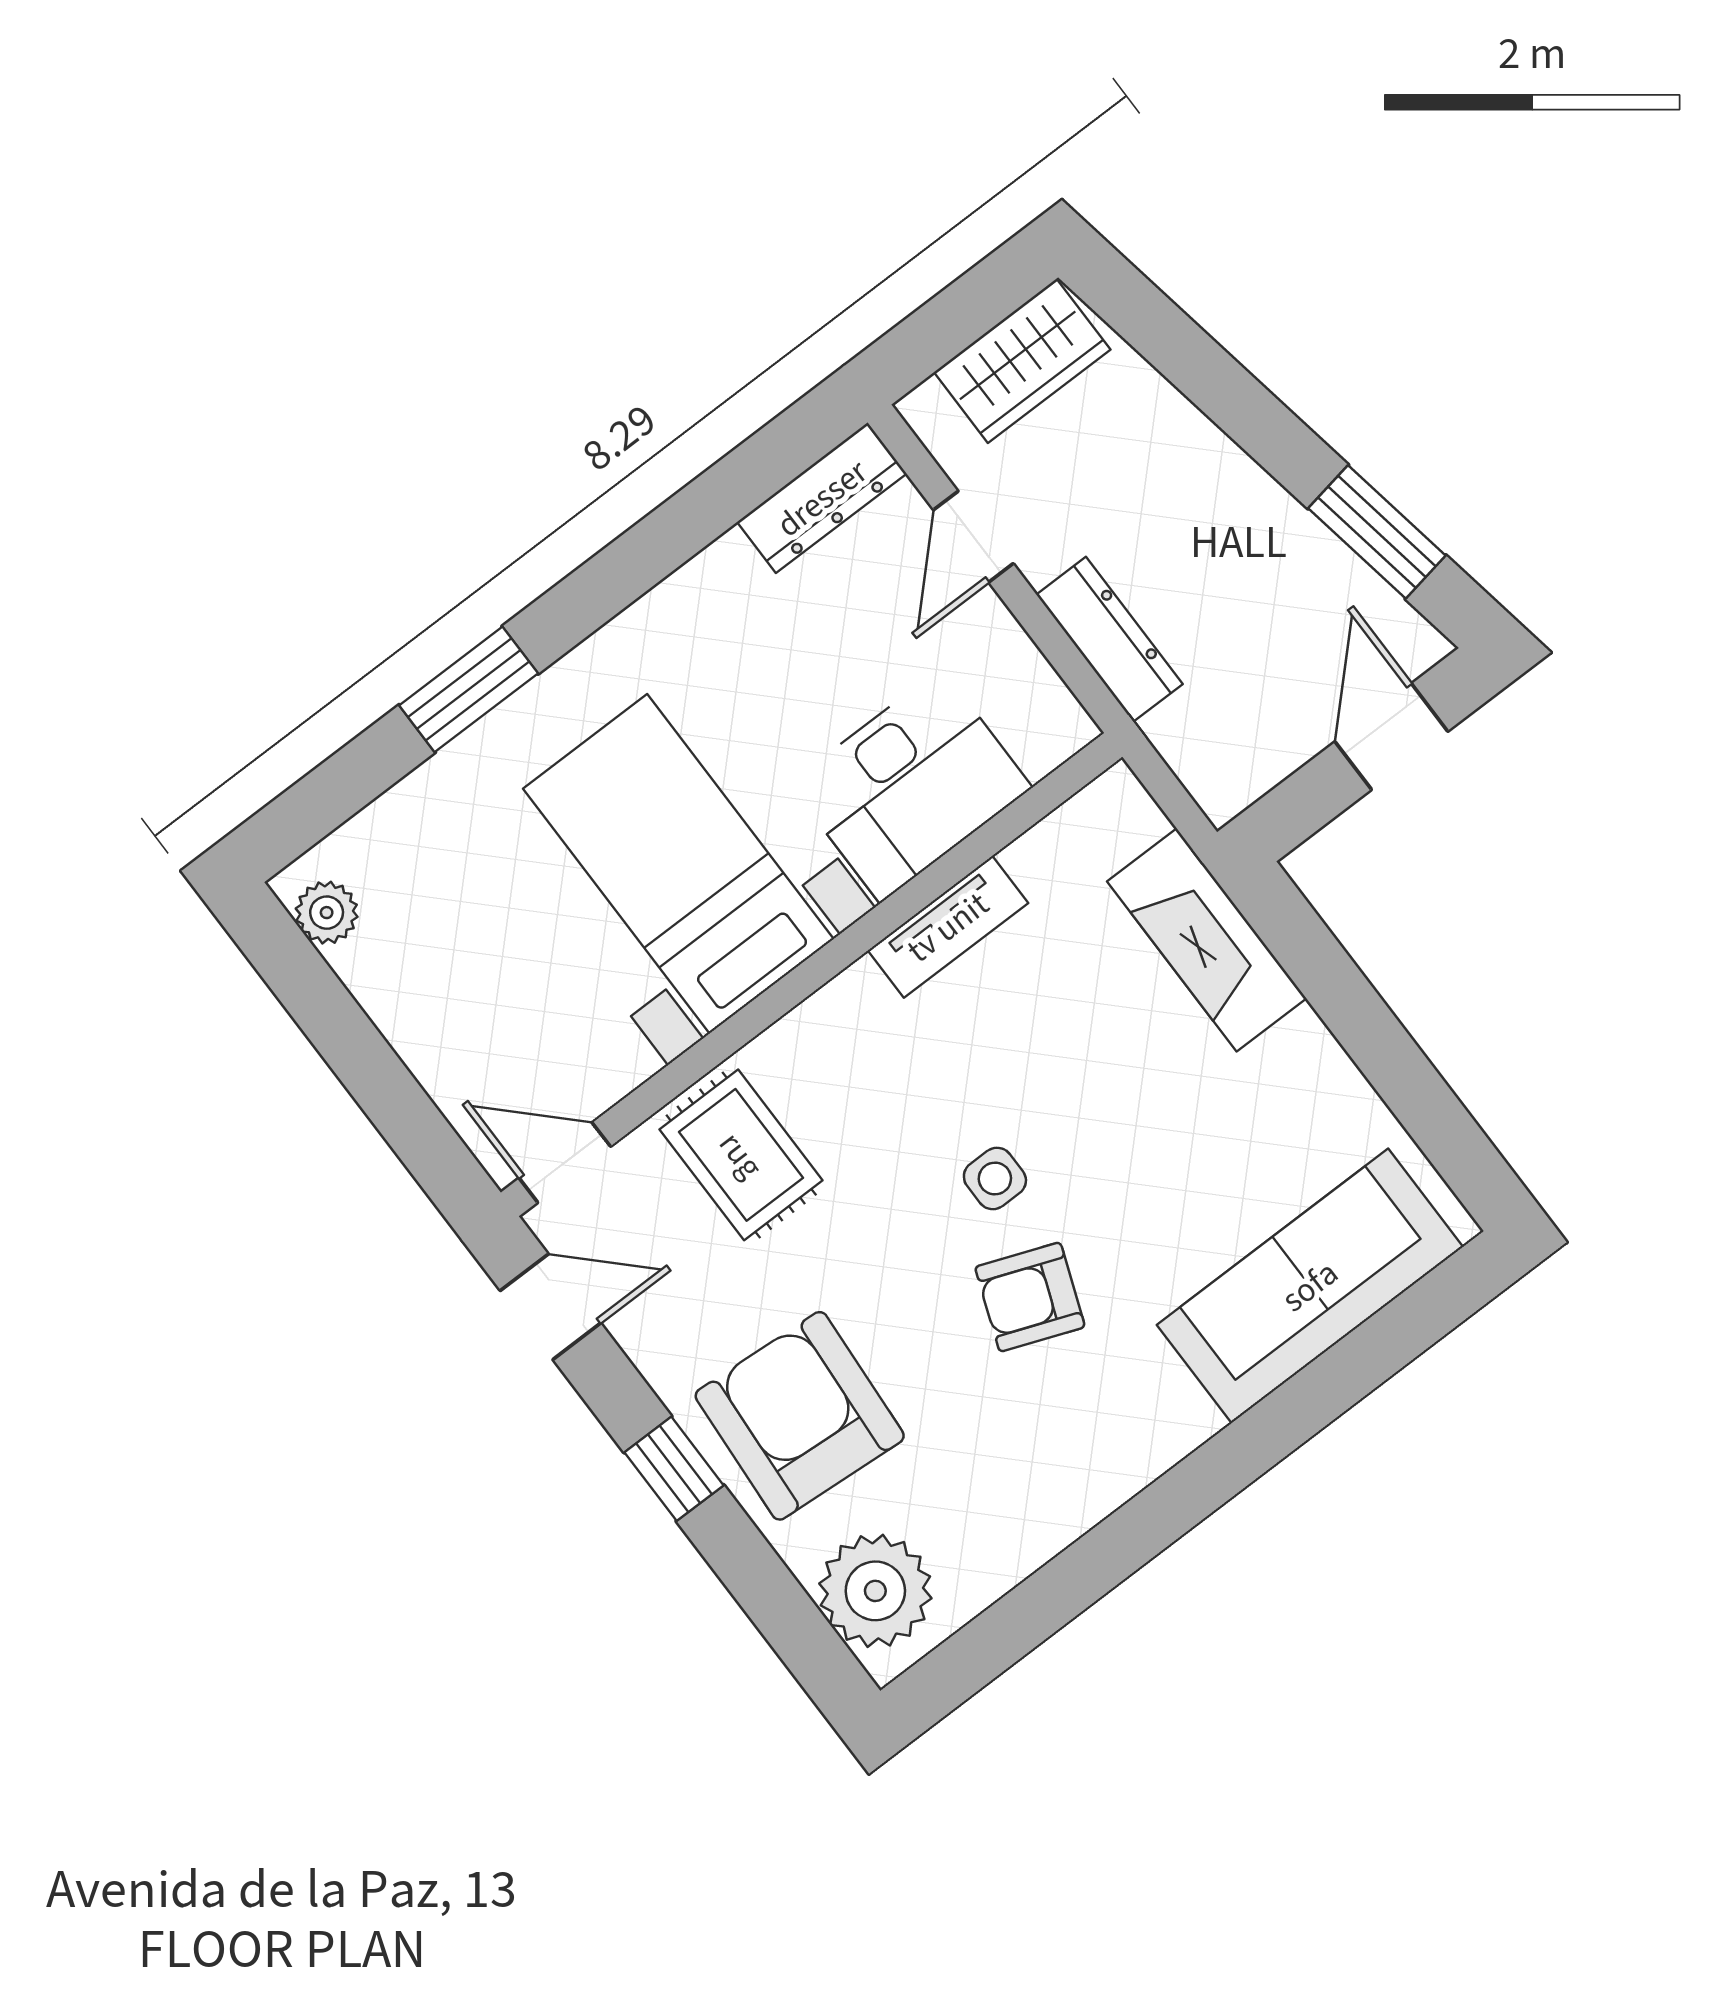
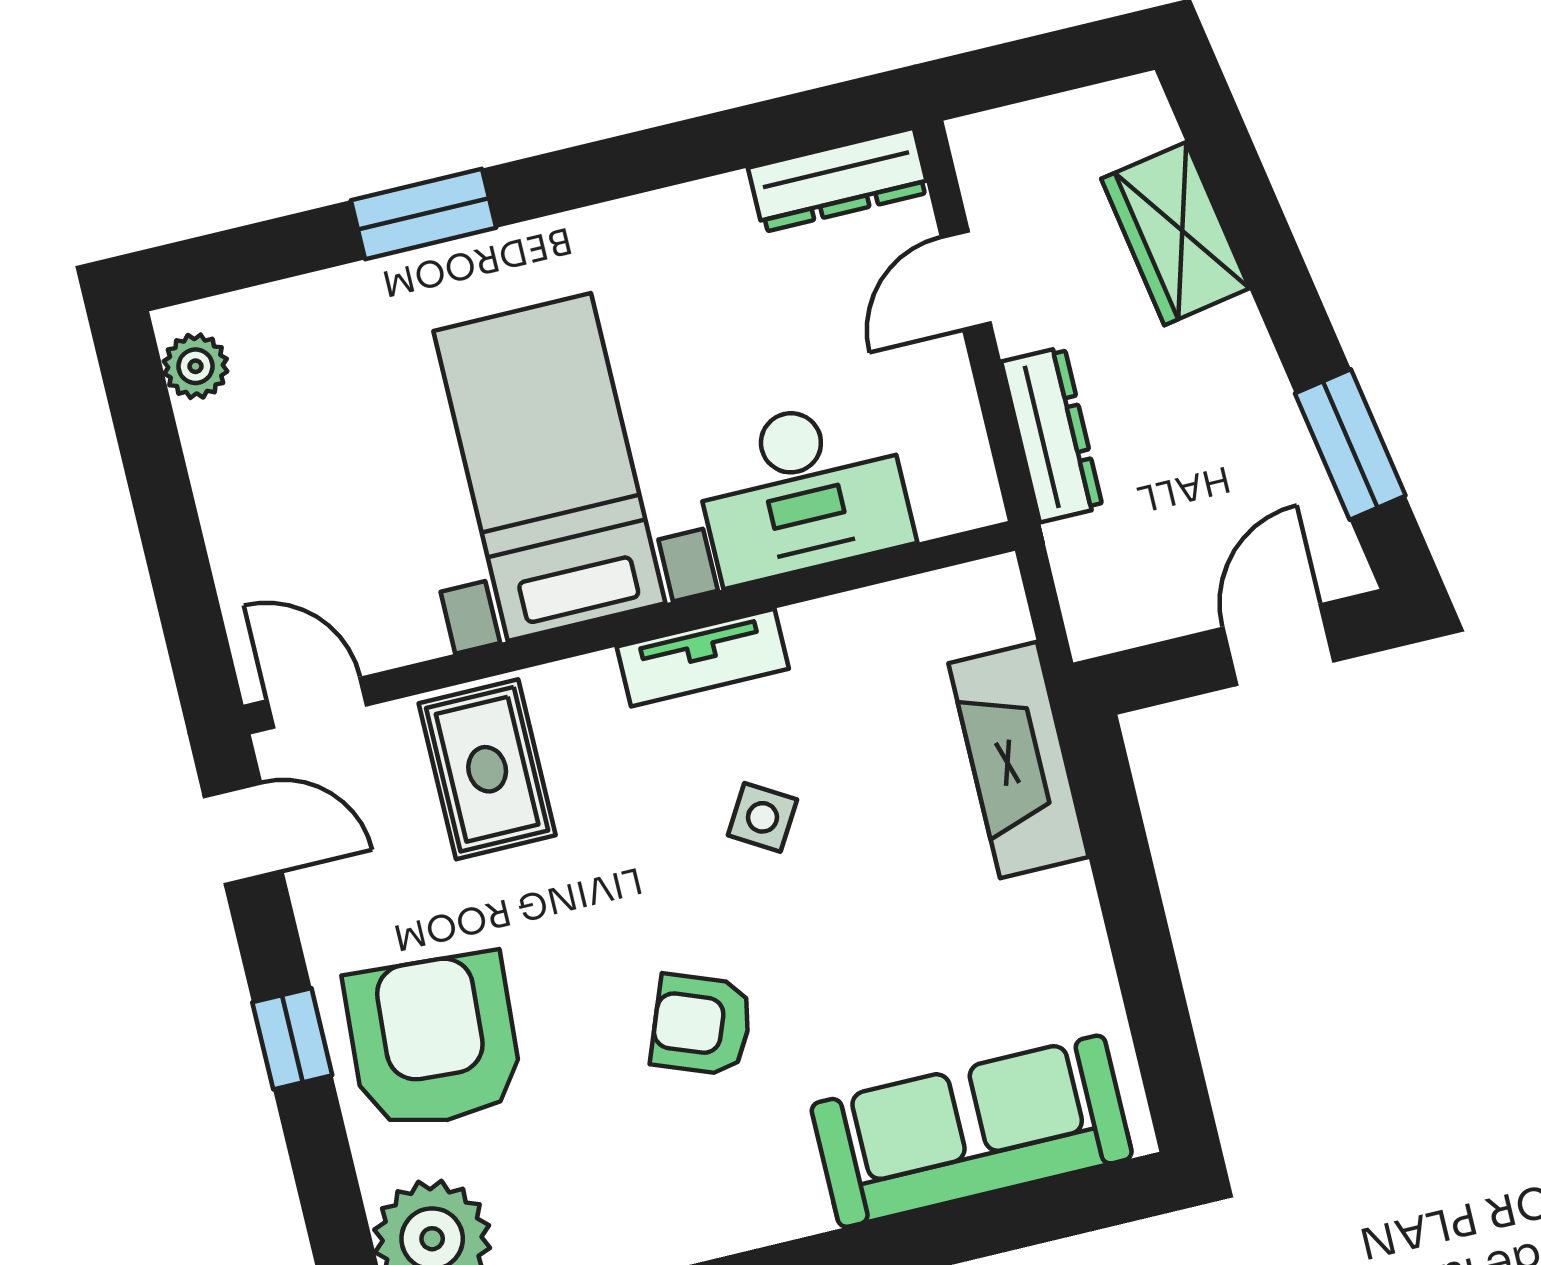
wardrobe: (1022, 361) -> (1175, 234), moved, turned 80
tv unit: (948, 927) -> (703, 658), moved
side table: (995, 1179) -> (762, 817), moved, turned 31

